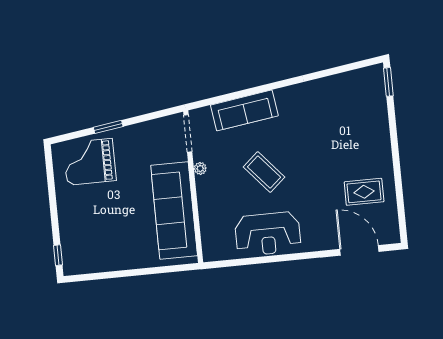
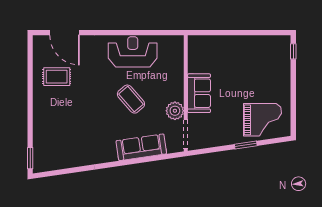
plant: (200, 168) -> (175, 111), width x1.88, depth x1.88
sofa: (174, 210) -> (199, 93), width x0.54, depth x0.79

